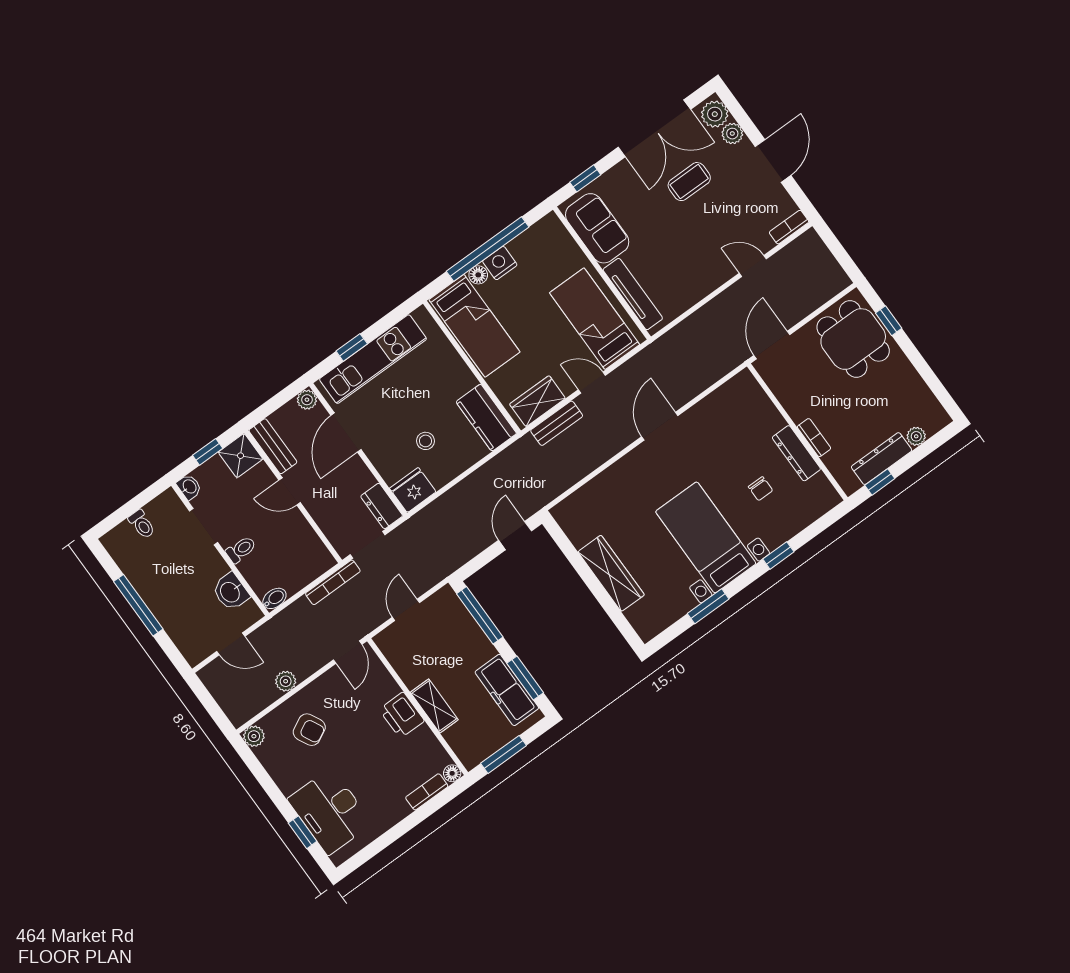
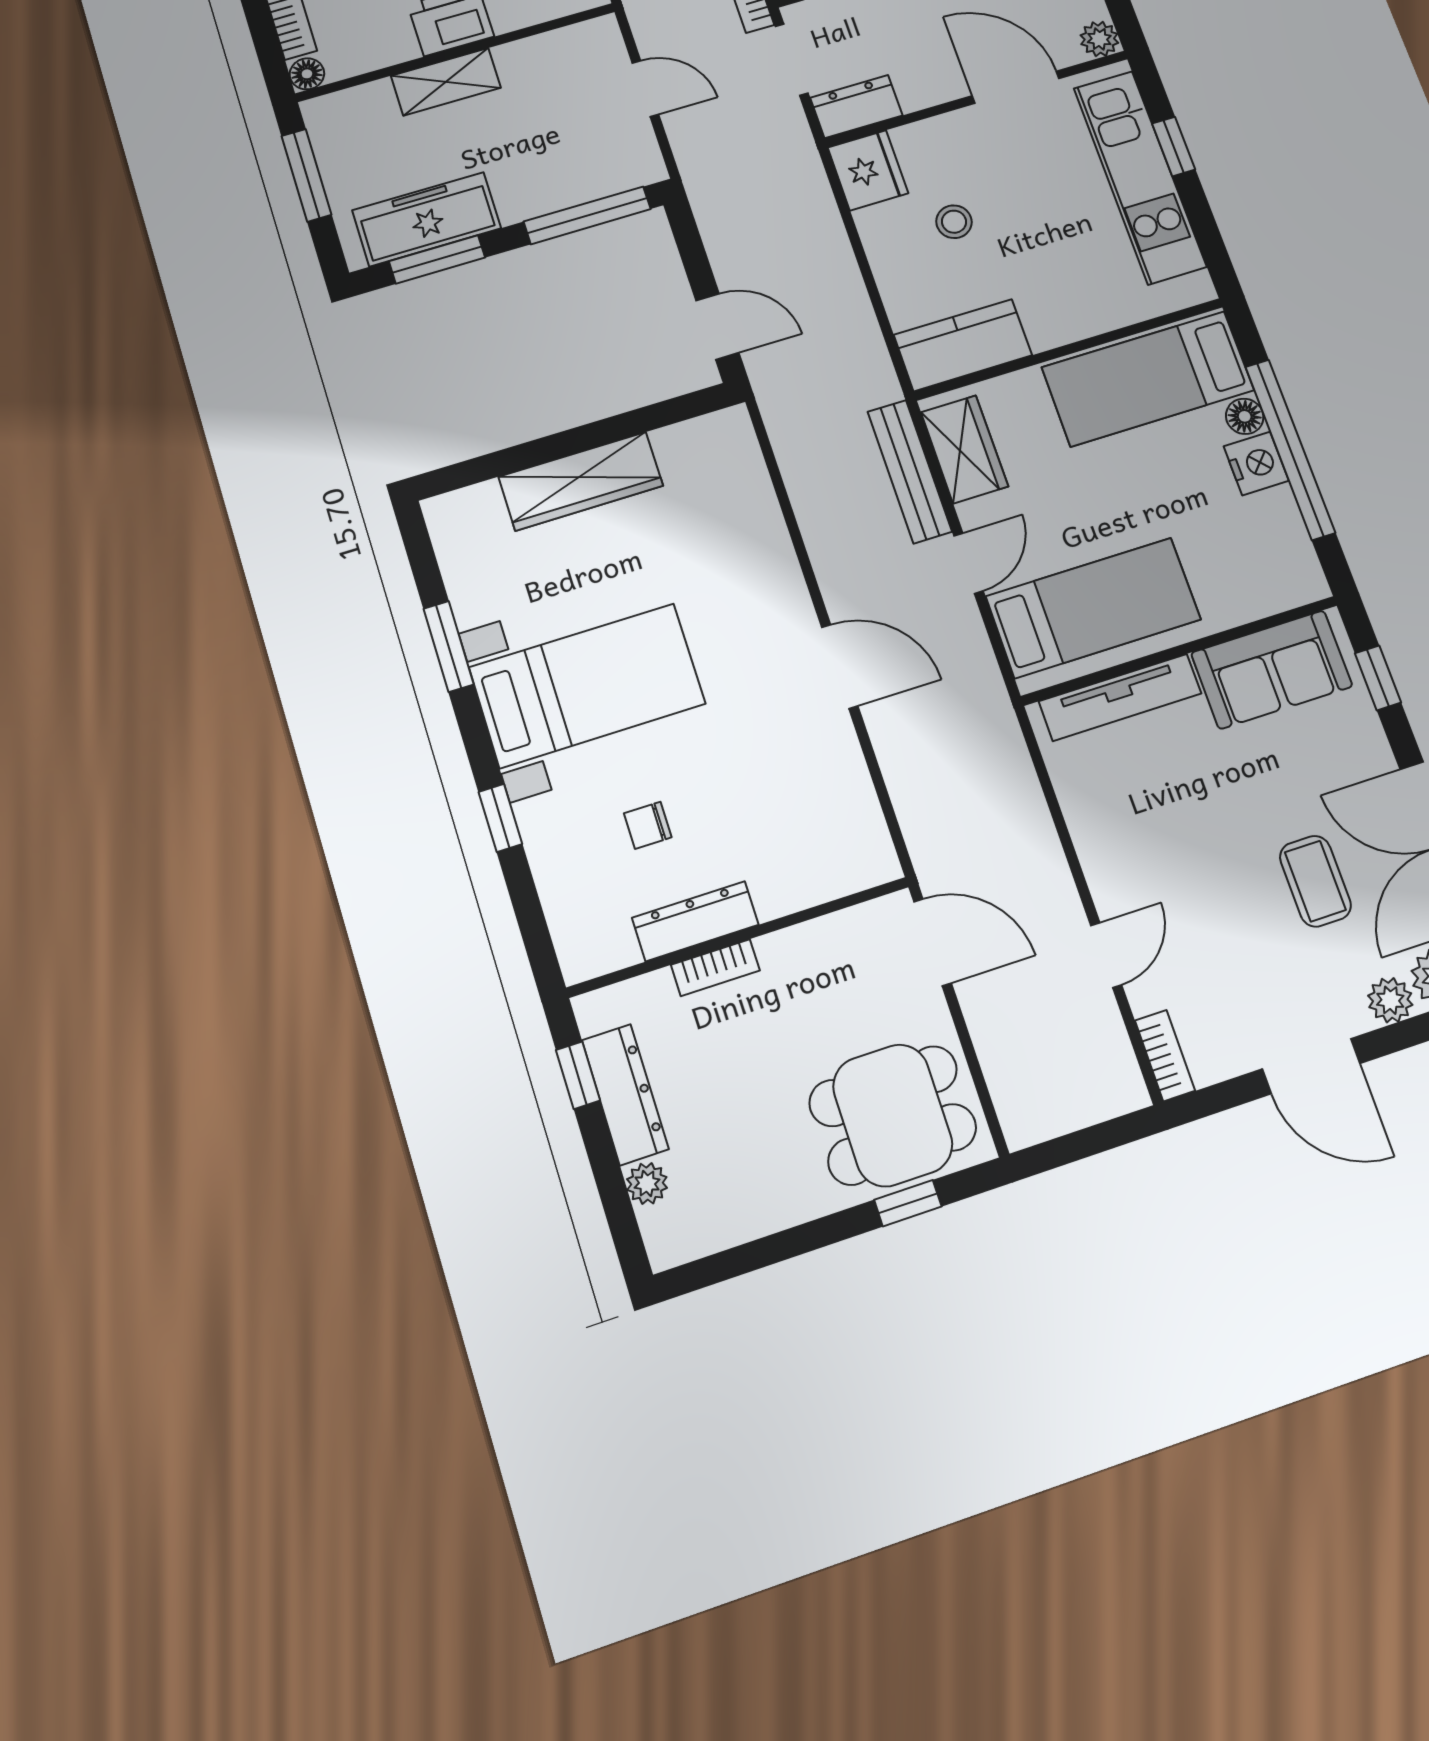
bench: (557, 423) -> (910, 471), width x1.36

